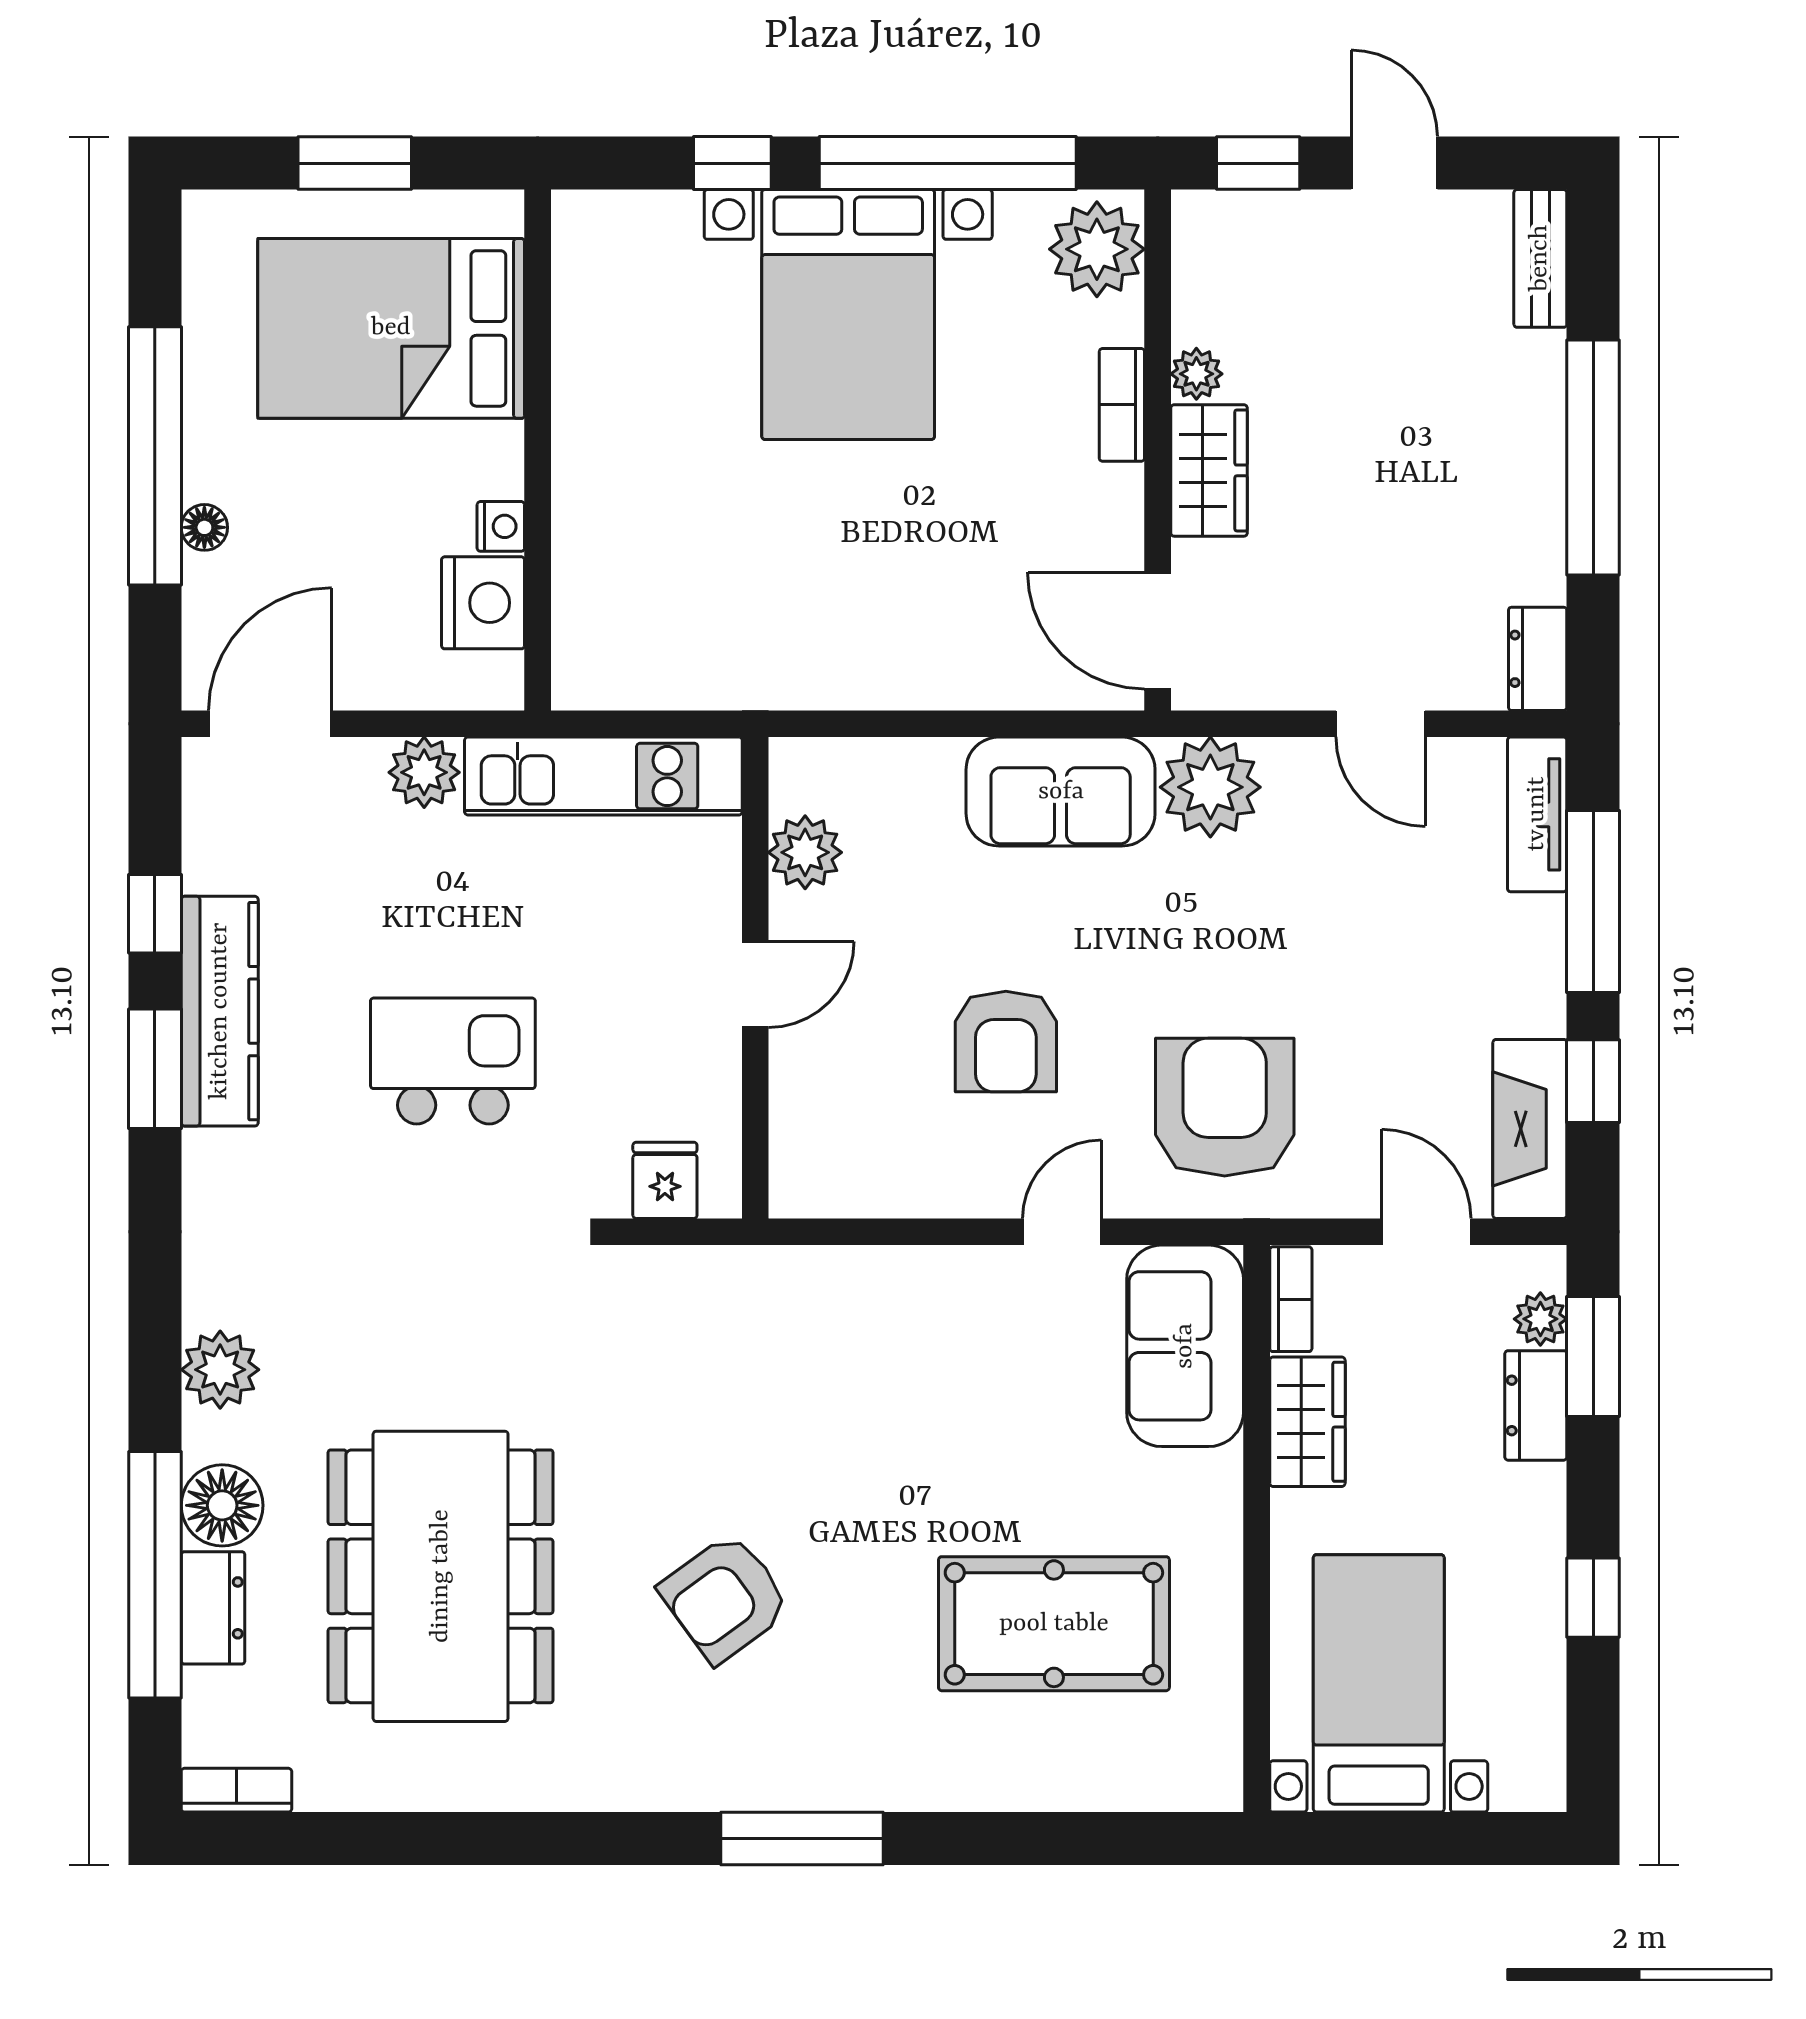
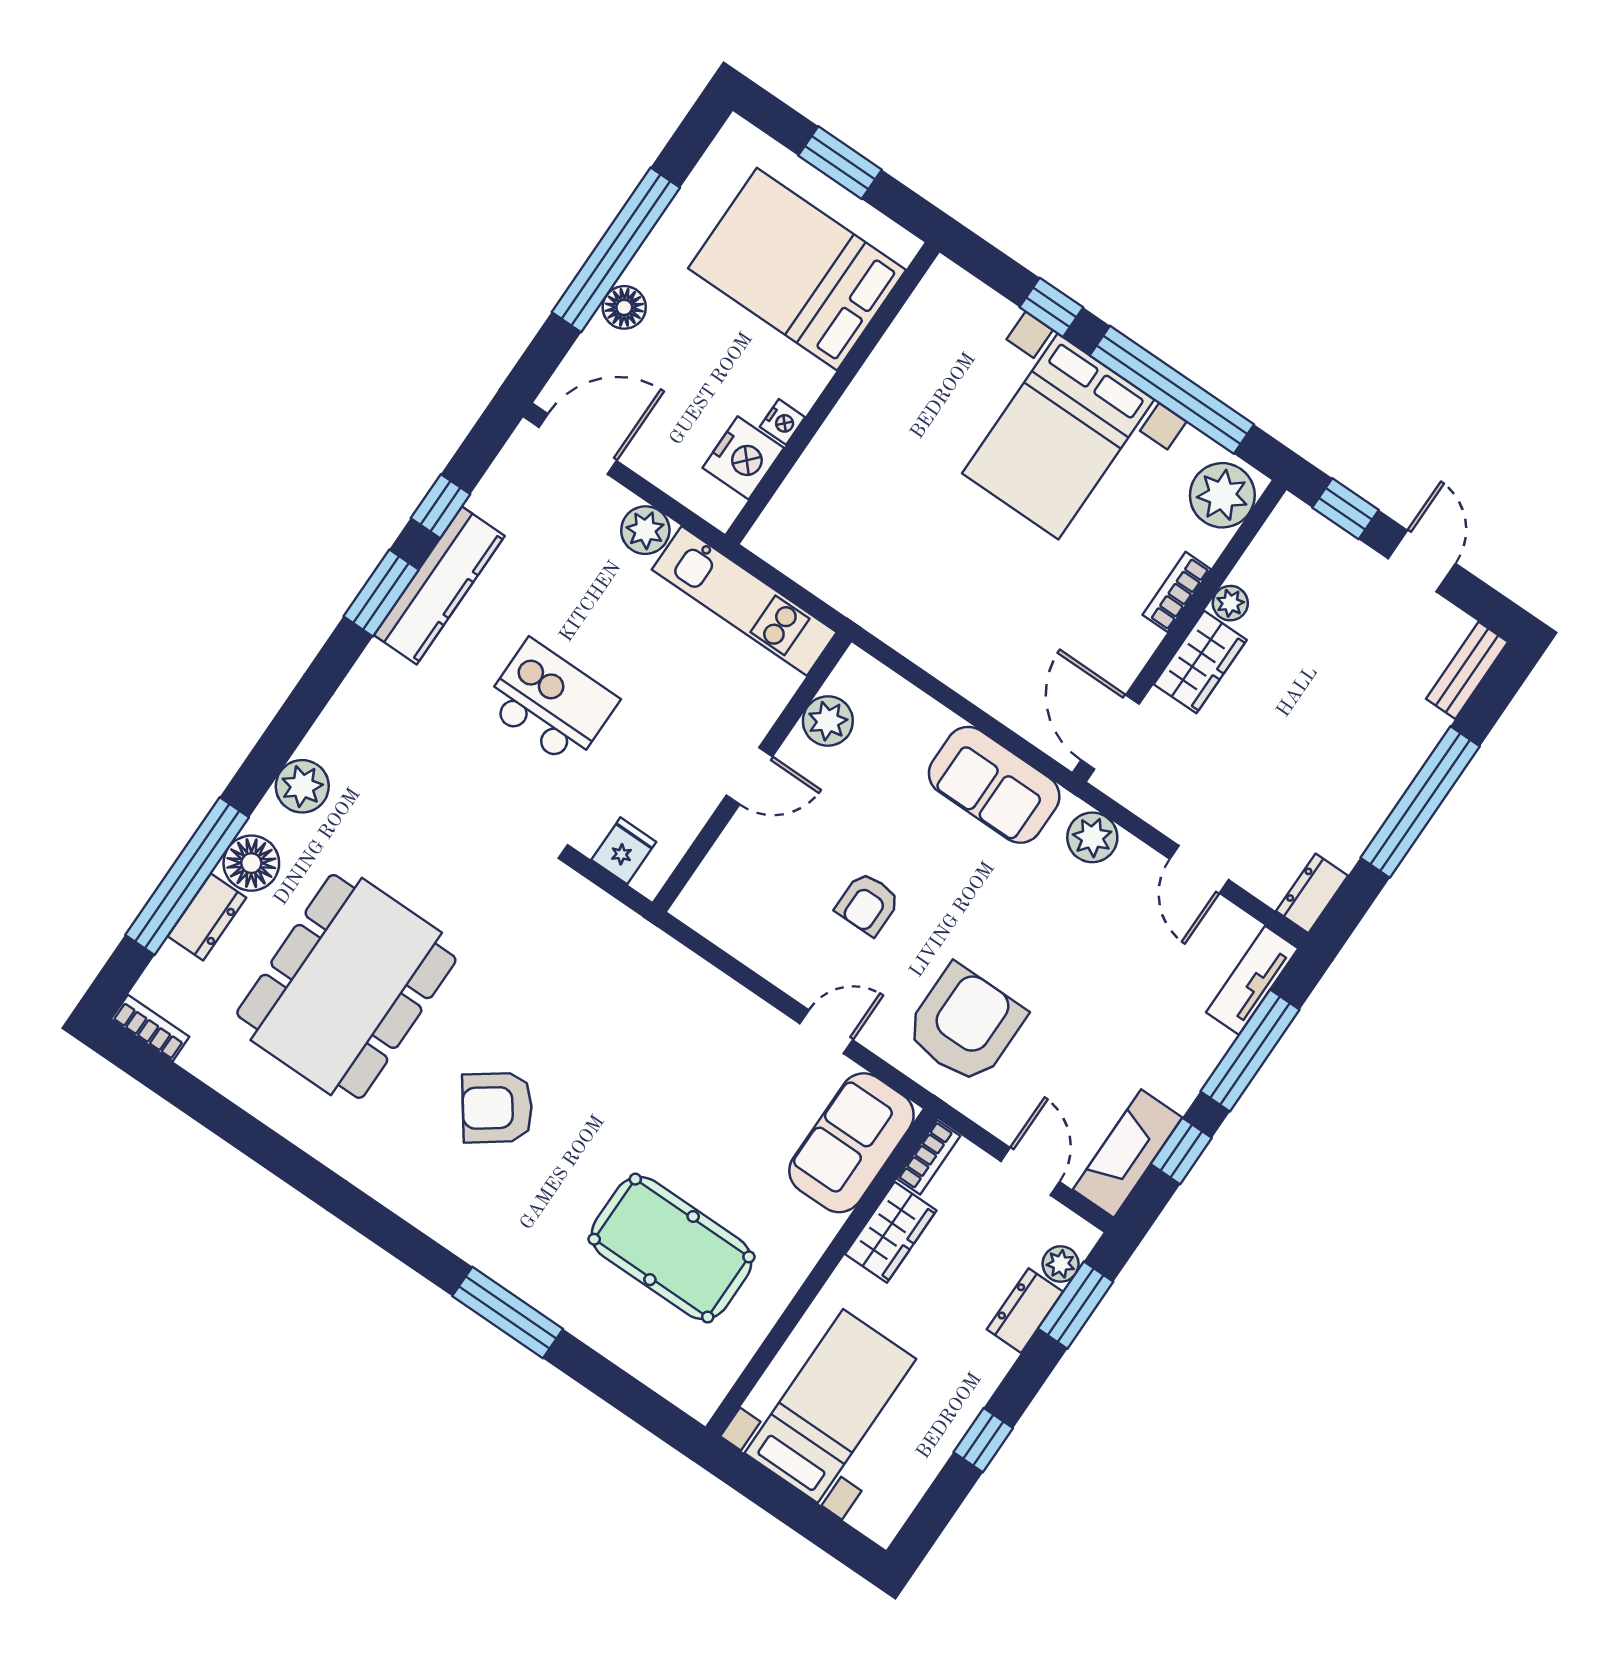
floor lamp: (204, 527) -> (624, 307), width x1.37, depth x1.37
plant: (1210, 787) -> (1092, 837), width x0.73, depth x0.73
armchair: (1006, 1042) -> (868, 904), width x0.72, depth x0.72
window: (802, 1839) -> (508, 1313), moved

